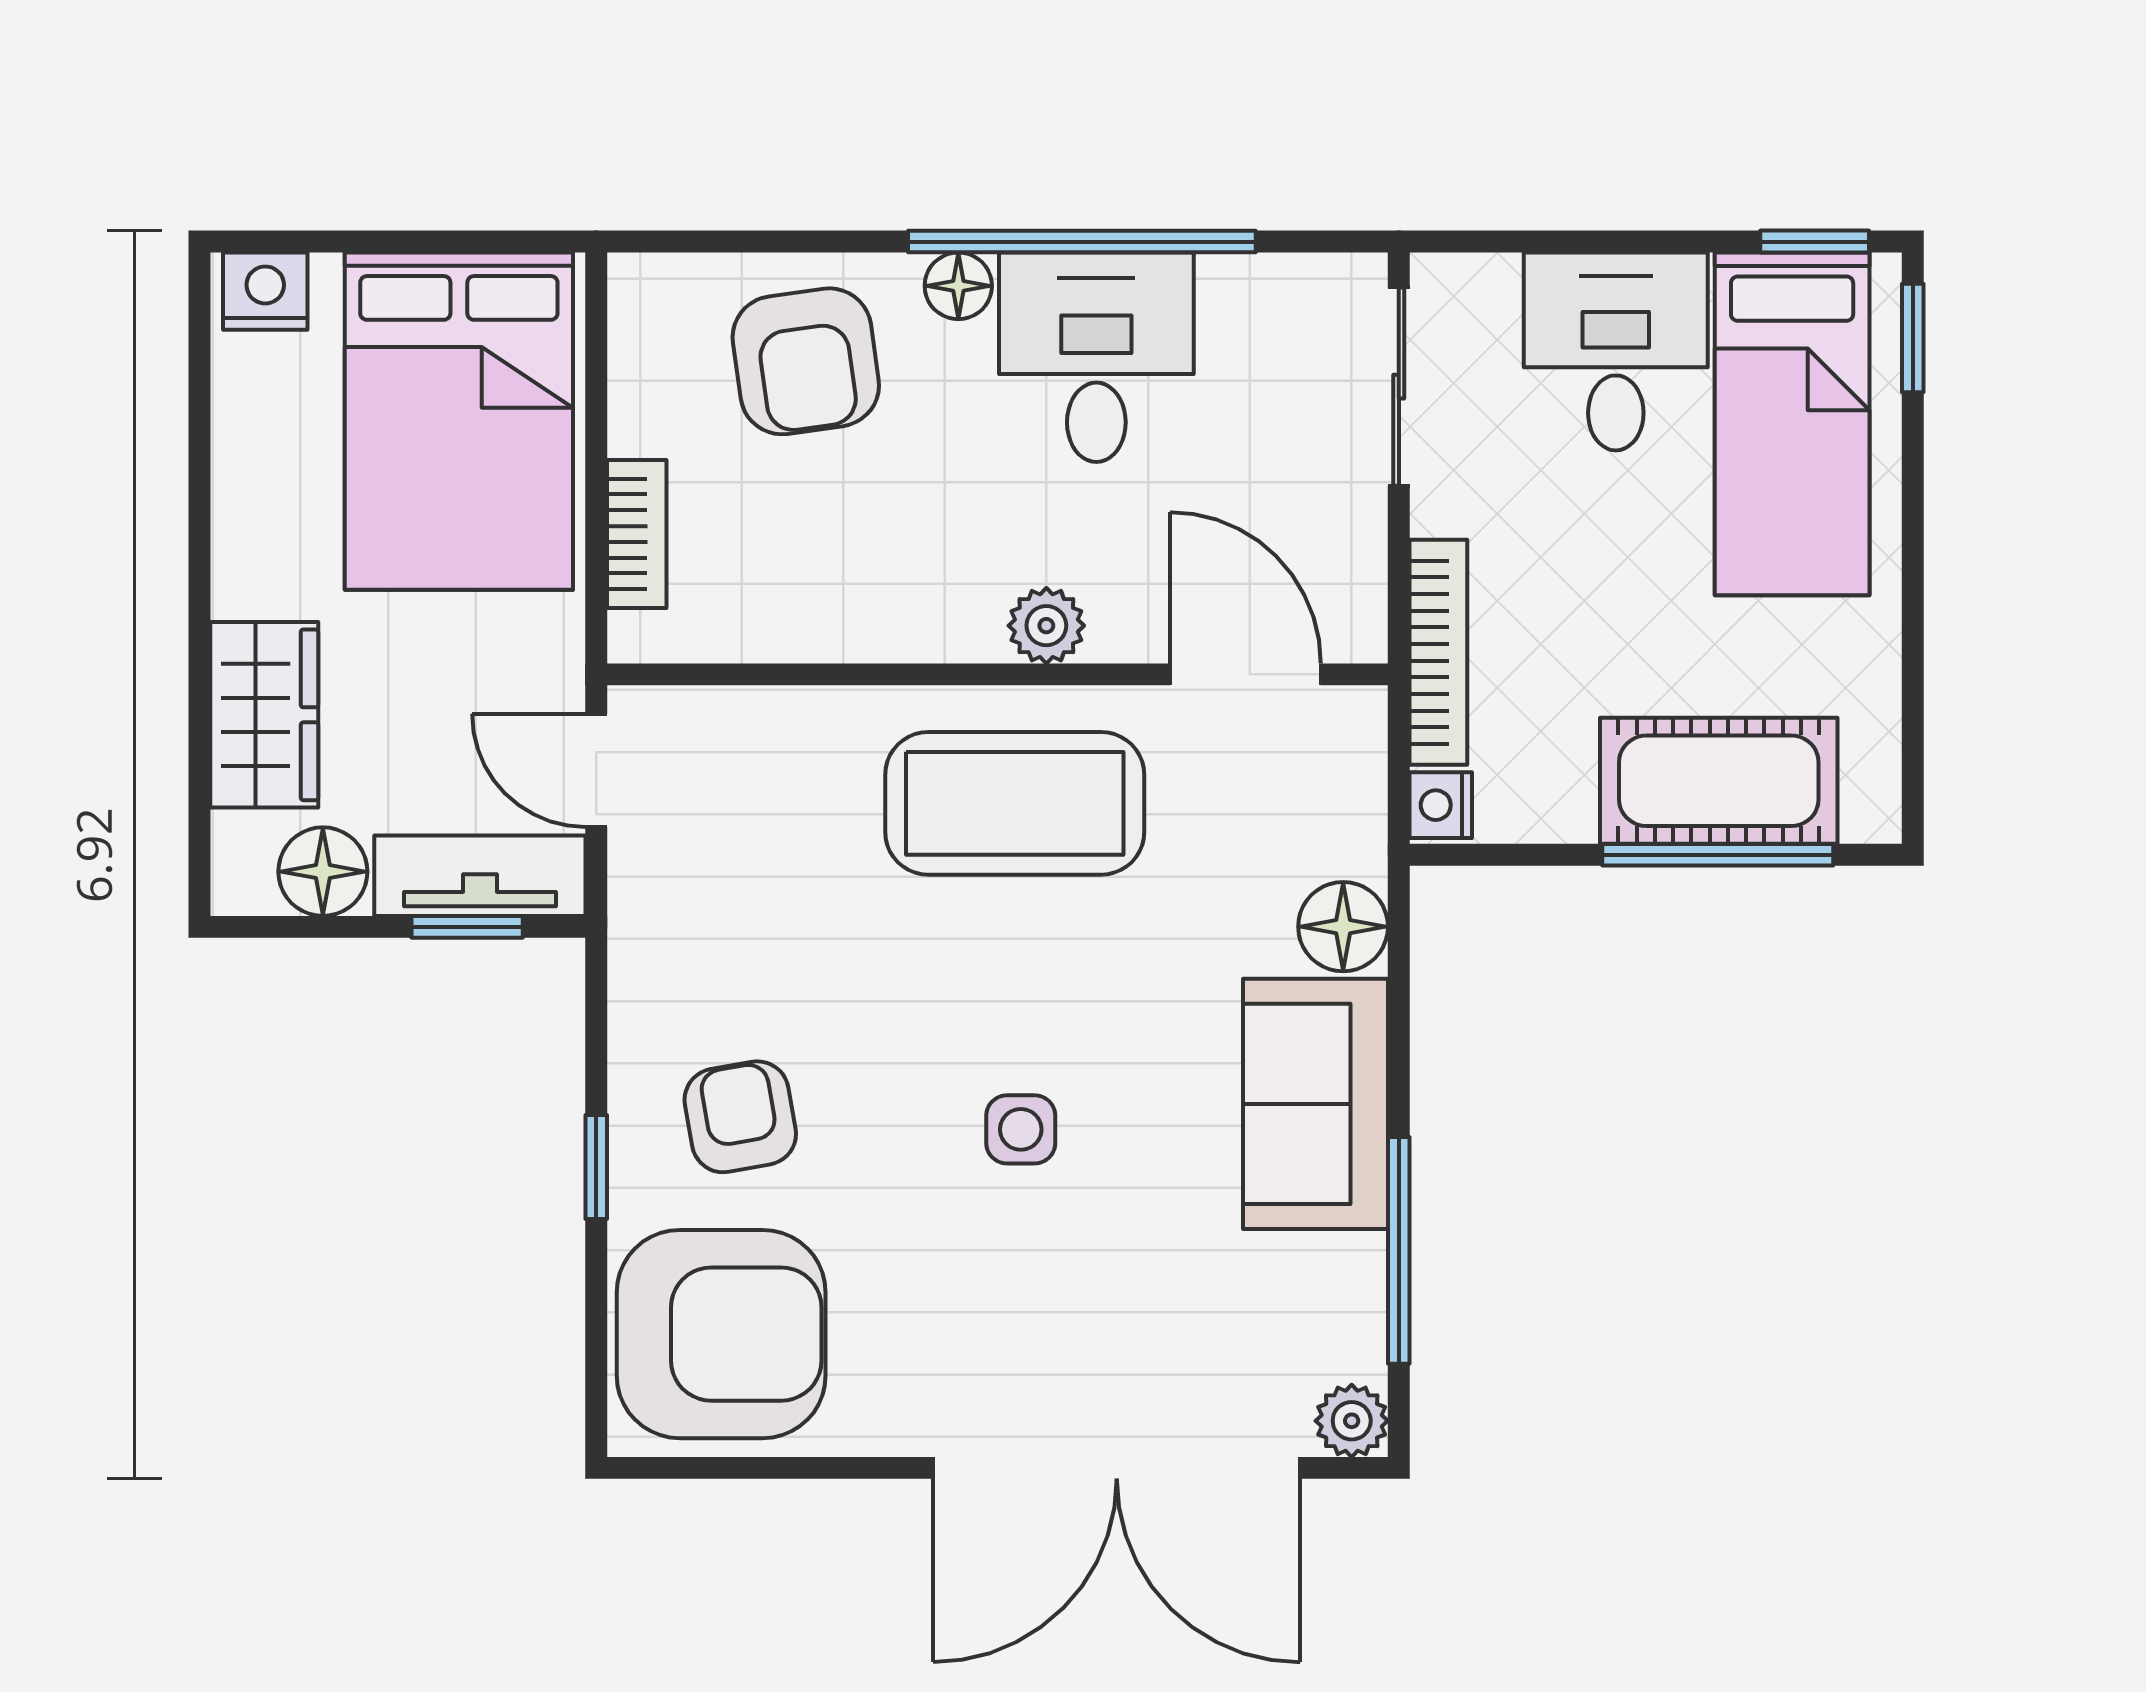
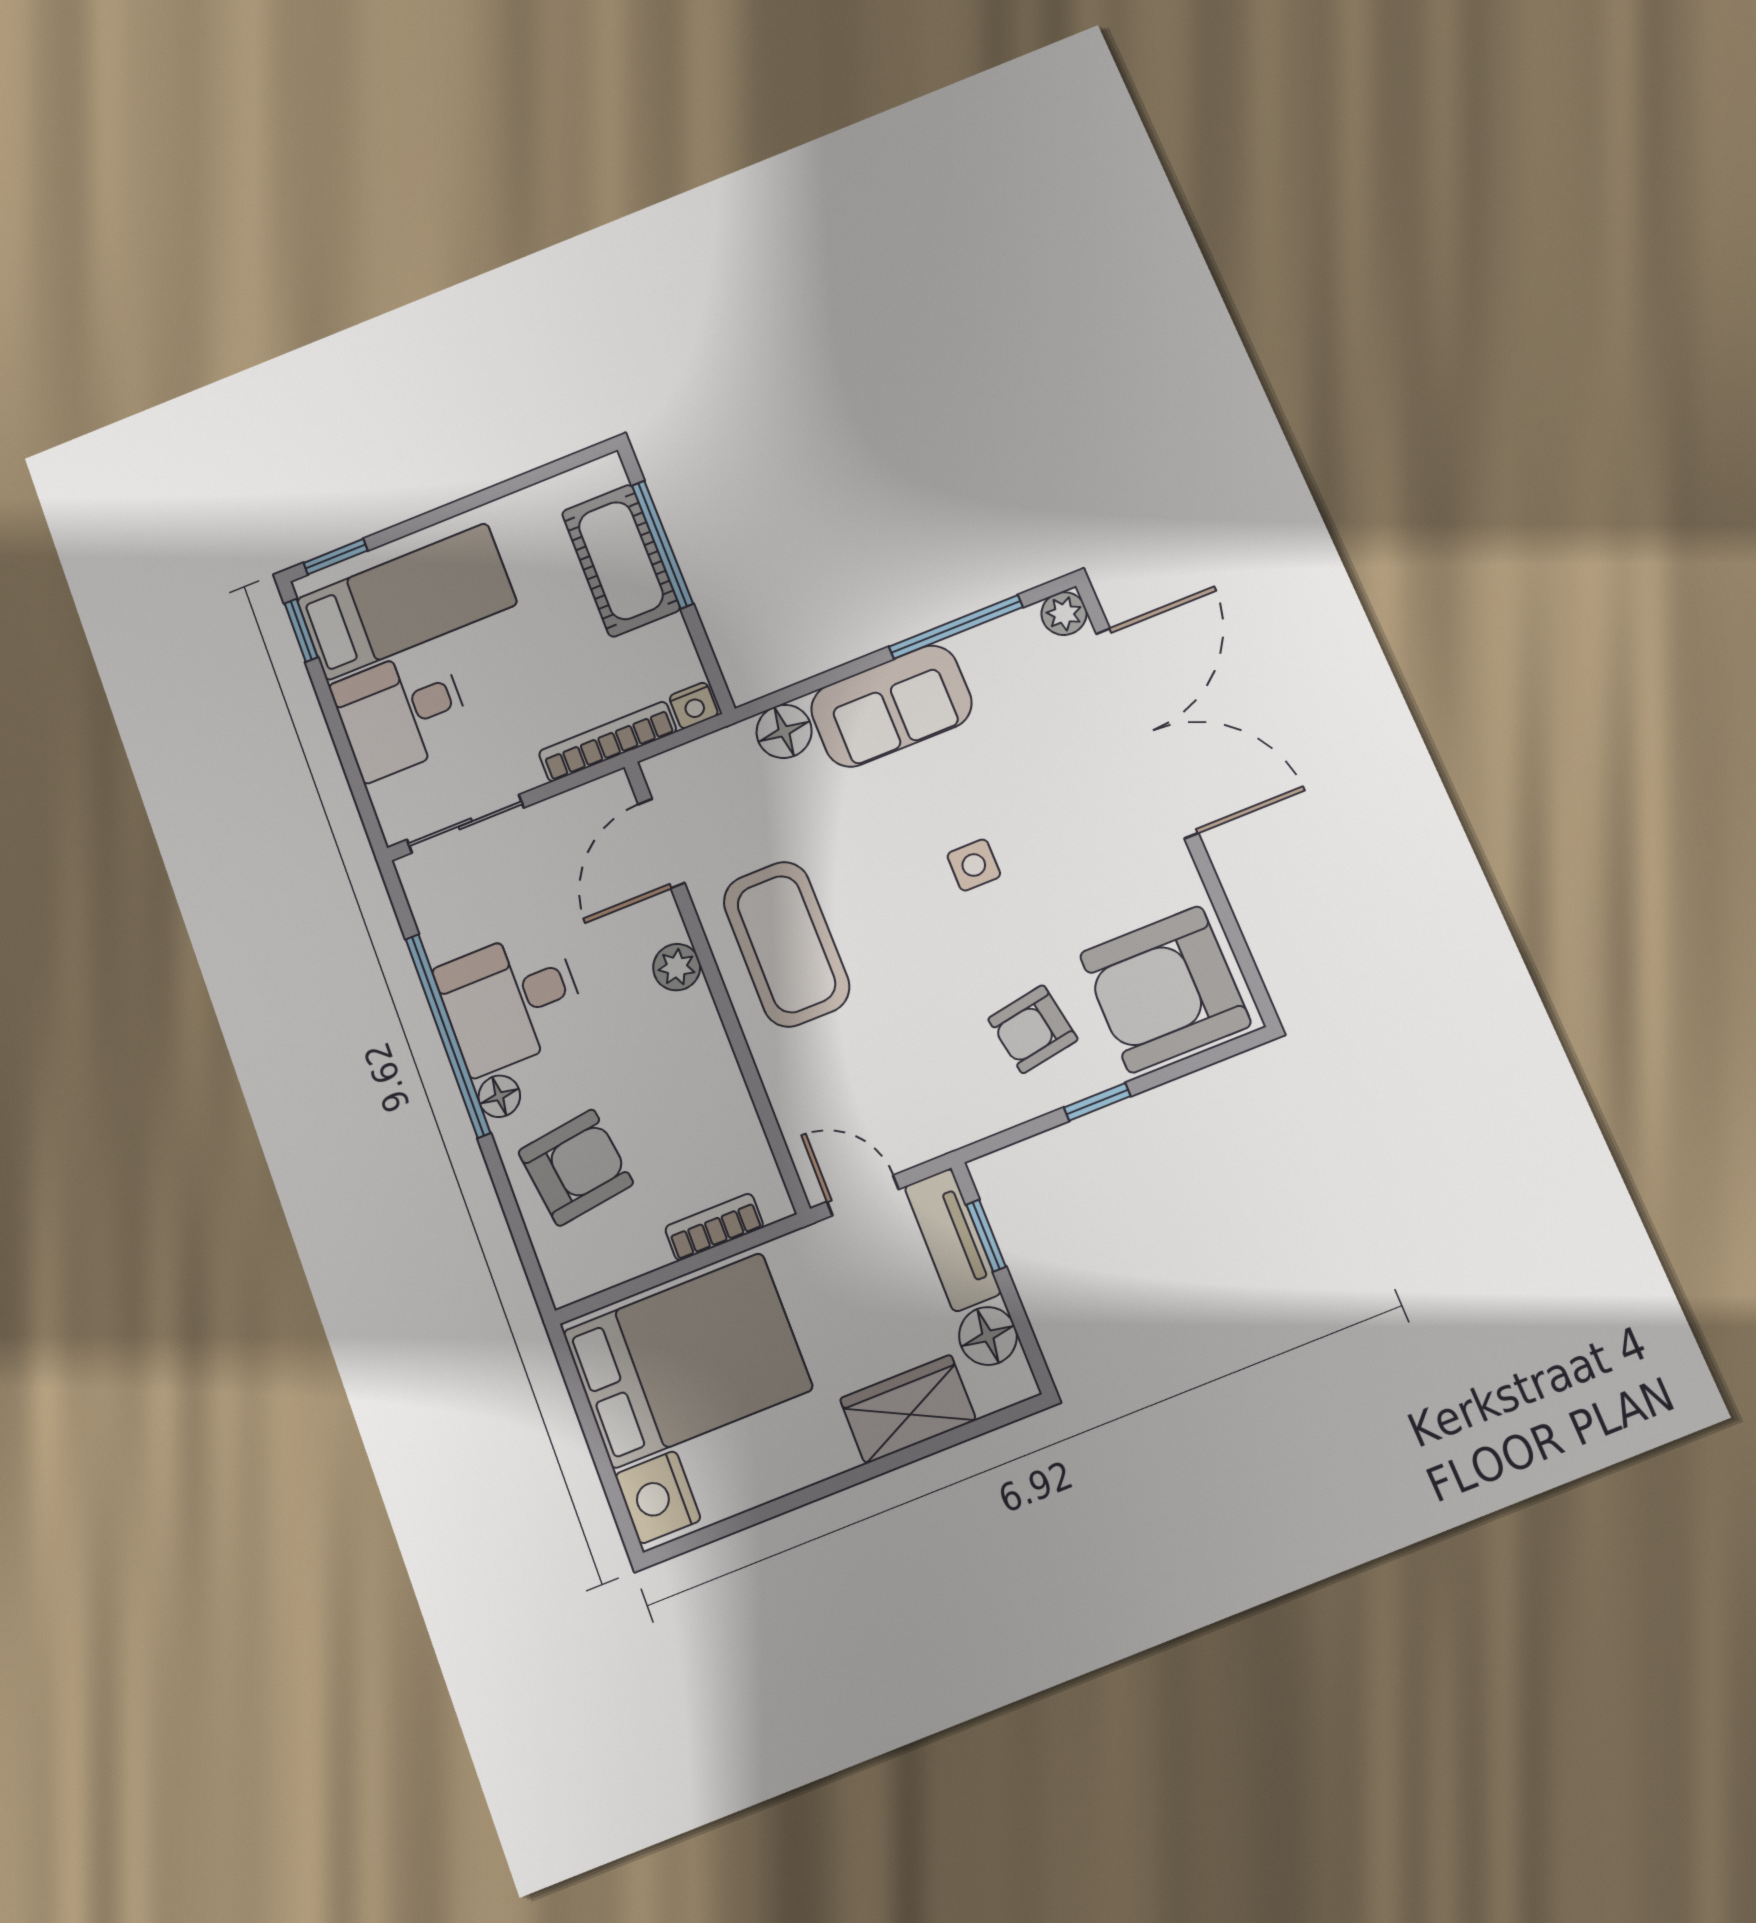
nightstand: (265, 291) -> (658, 1497), width x1.36, depth x1.33
door: (596, 771) -> (863, 1195), swing flipped
armchair: (721, 1334) -> (1165, 989), turned -90

